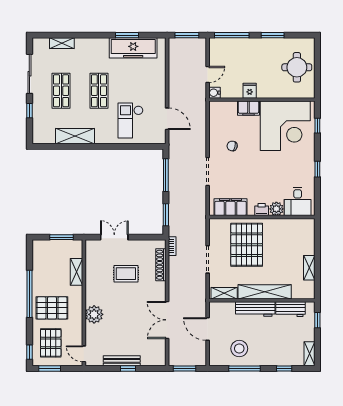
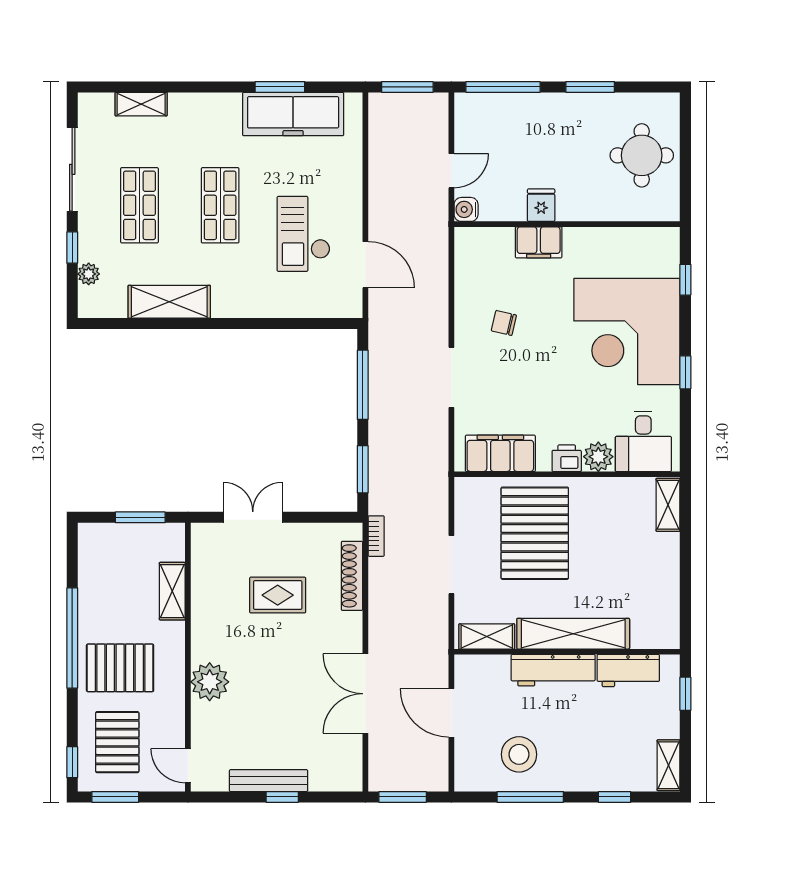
checkout: (130, 121) -> (304, 234), moved
plant: (37, 123) -> (89, 274), added
corner desk: (285, 126) -> (627, 332), moved, turned 90
shelving: (309, 268) -> (668, 505), moved

